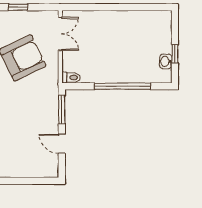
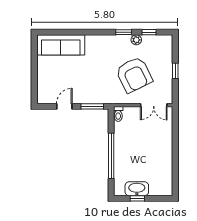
washbasin: (166, 61) -> (137, 189), width x1.91, depth x1.45

